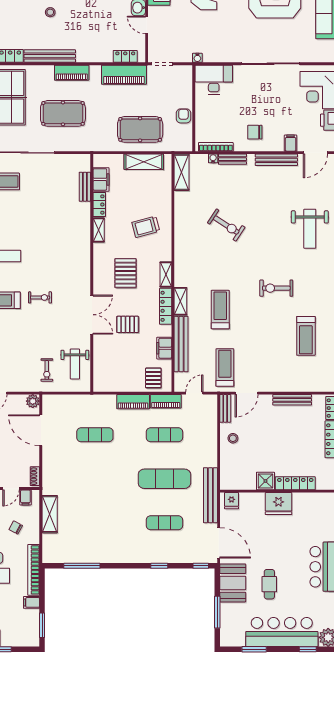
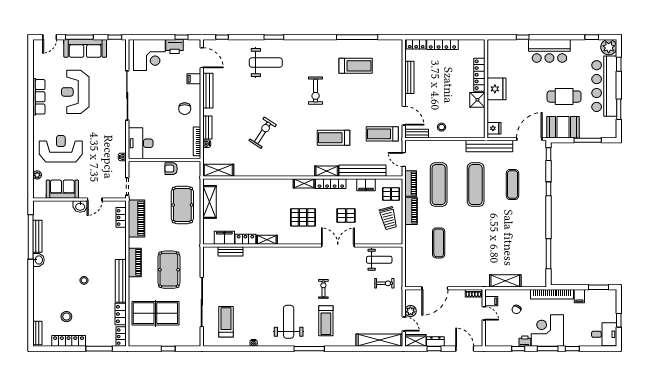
trolley: (146, 227) -> (388, 218), moved
pallet: (128, 324) -> (346, 215), turned 90
plant: (33, 401) -> (410, 311), moved
exercise mat: (164, 435) -> (439, 185), width x1.36, depth x1.45
cafe table: (269, 584) -> (564, 97), width x1.37, depth x1.35

